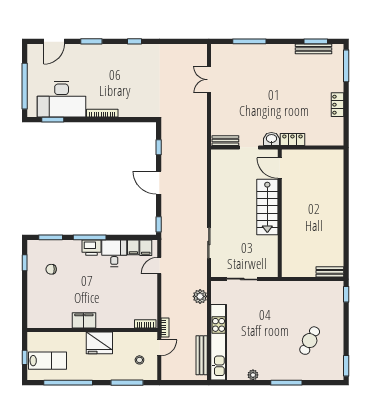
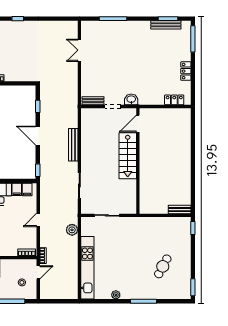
locker: (292, 139) -> (174, 100), moved
door: (280, 168) -> (138, 124), hinge flipped
door: (159, 266) -> (38, 220), moved
bench: (202, 355) -> (73, 145), moved

